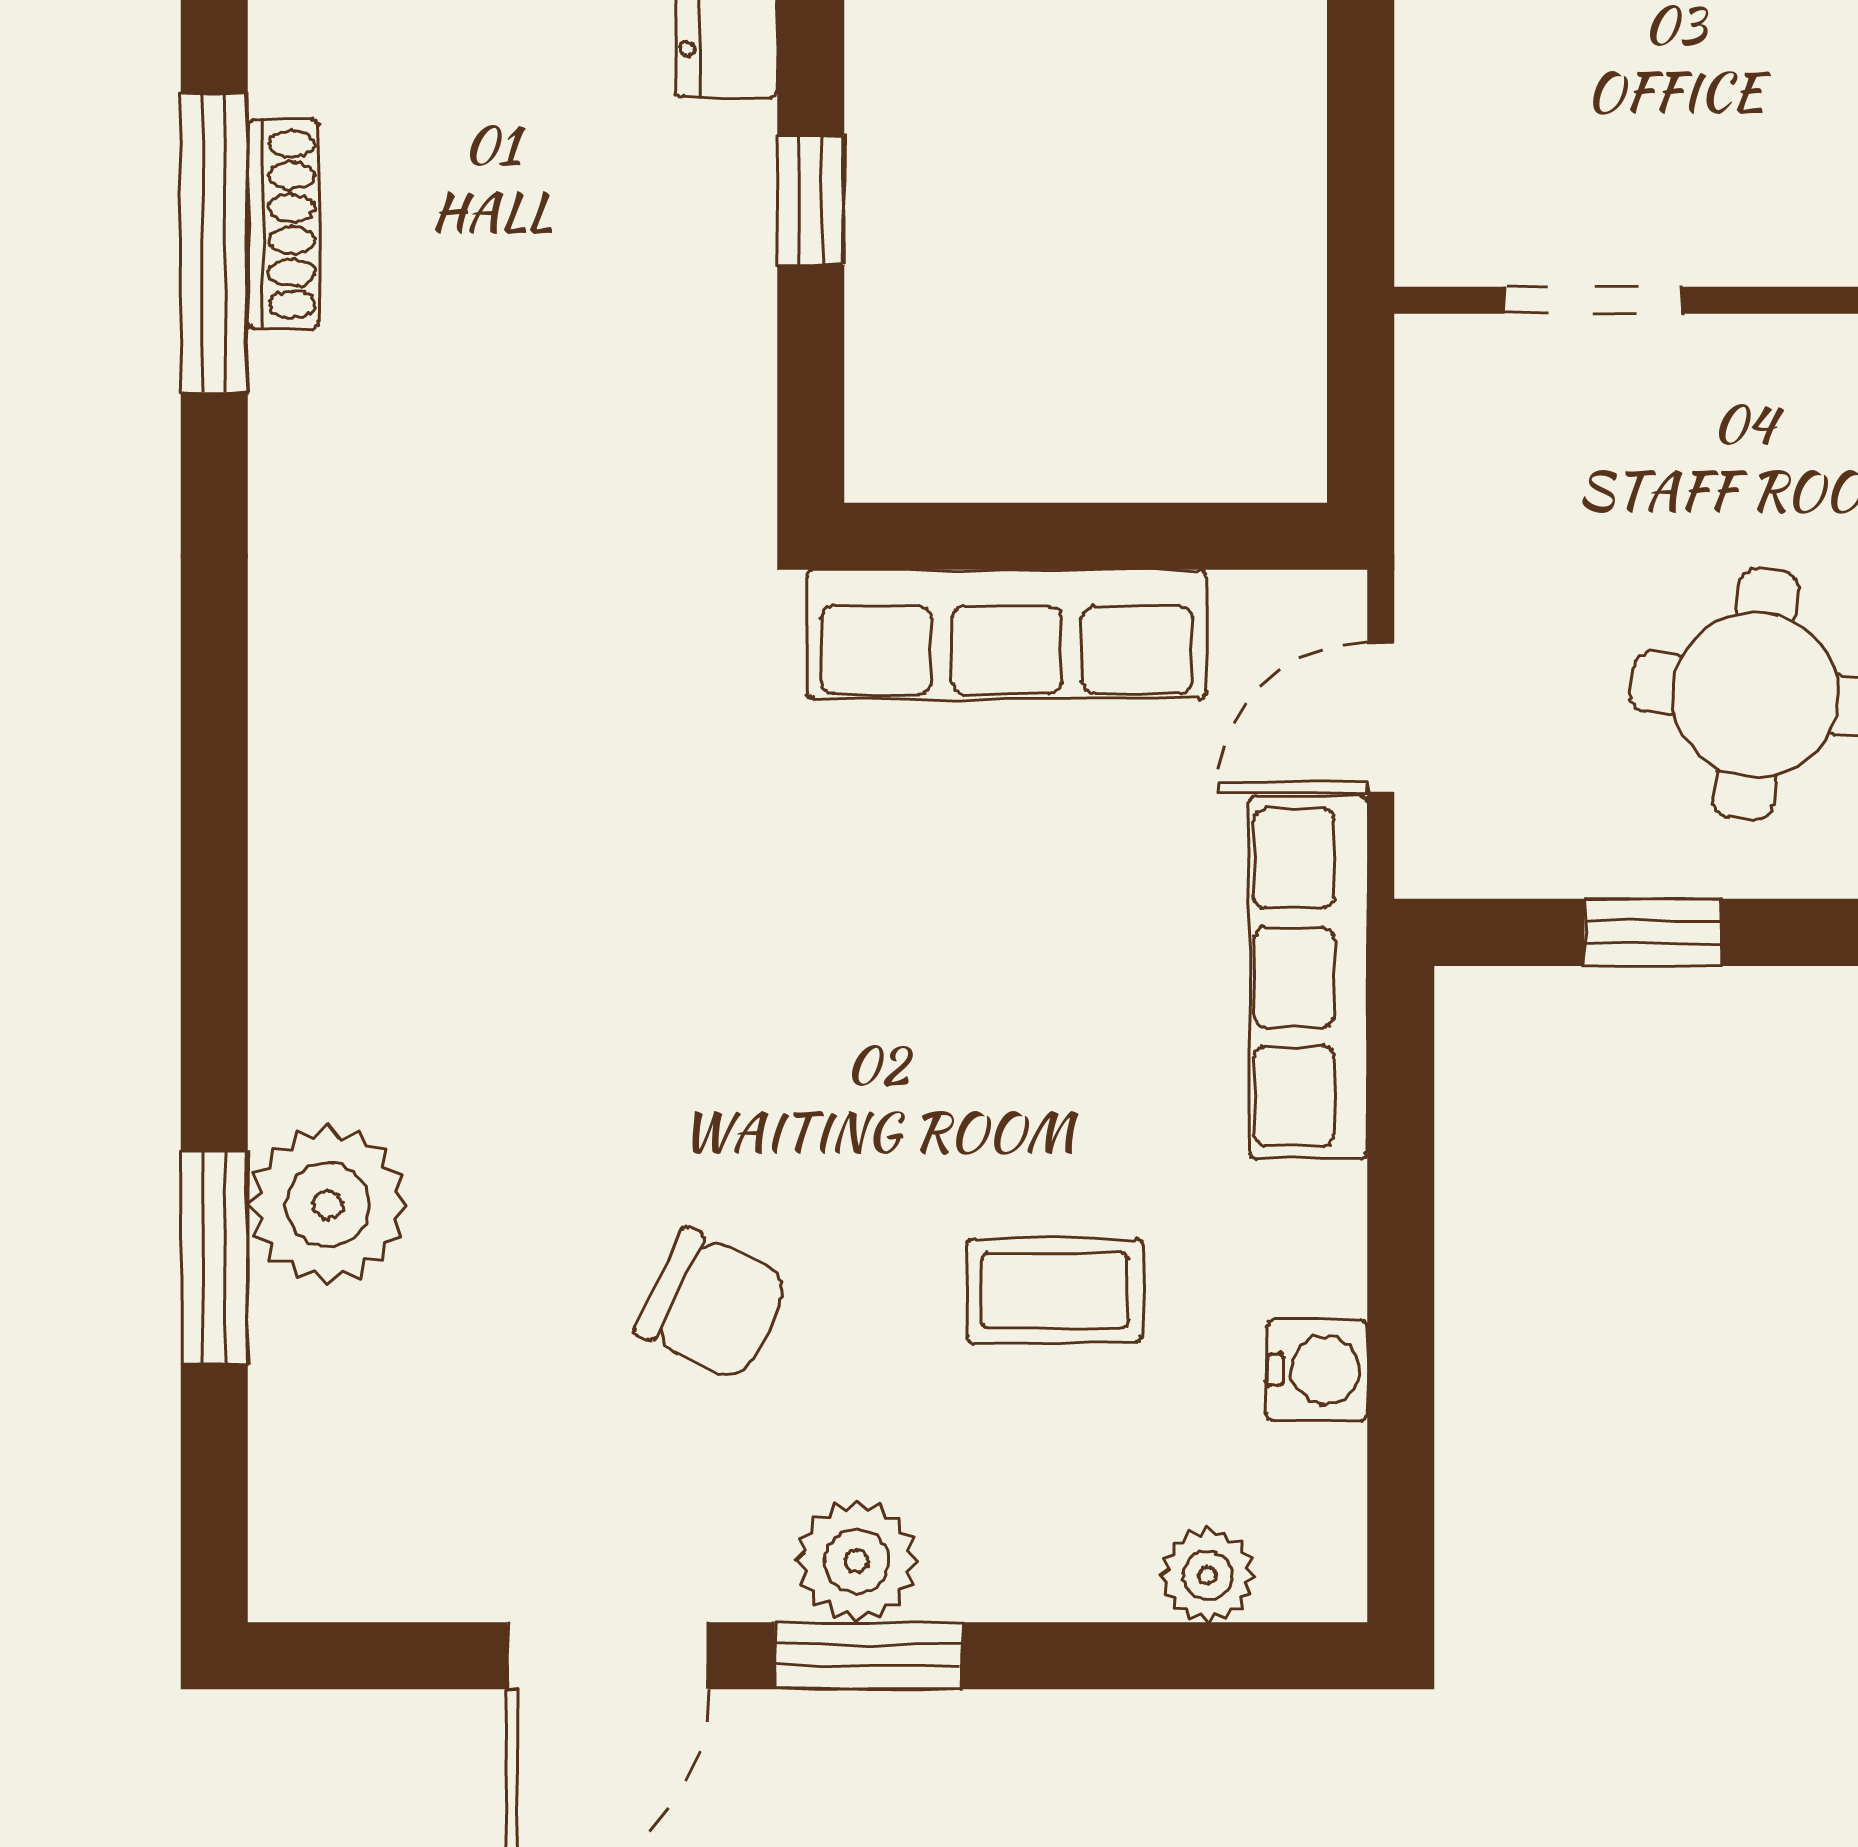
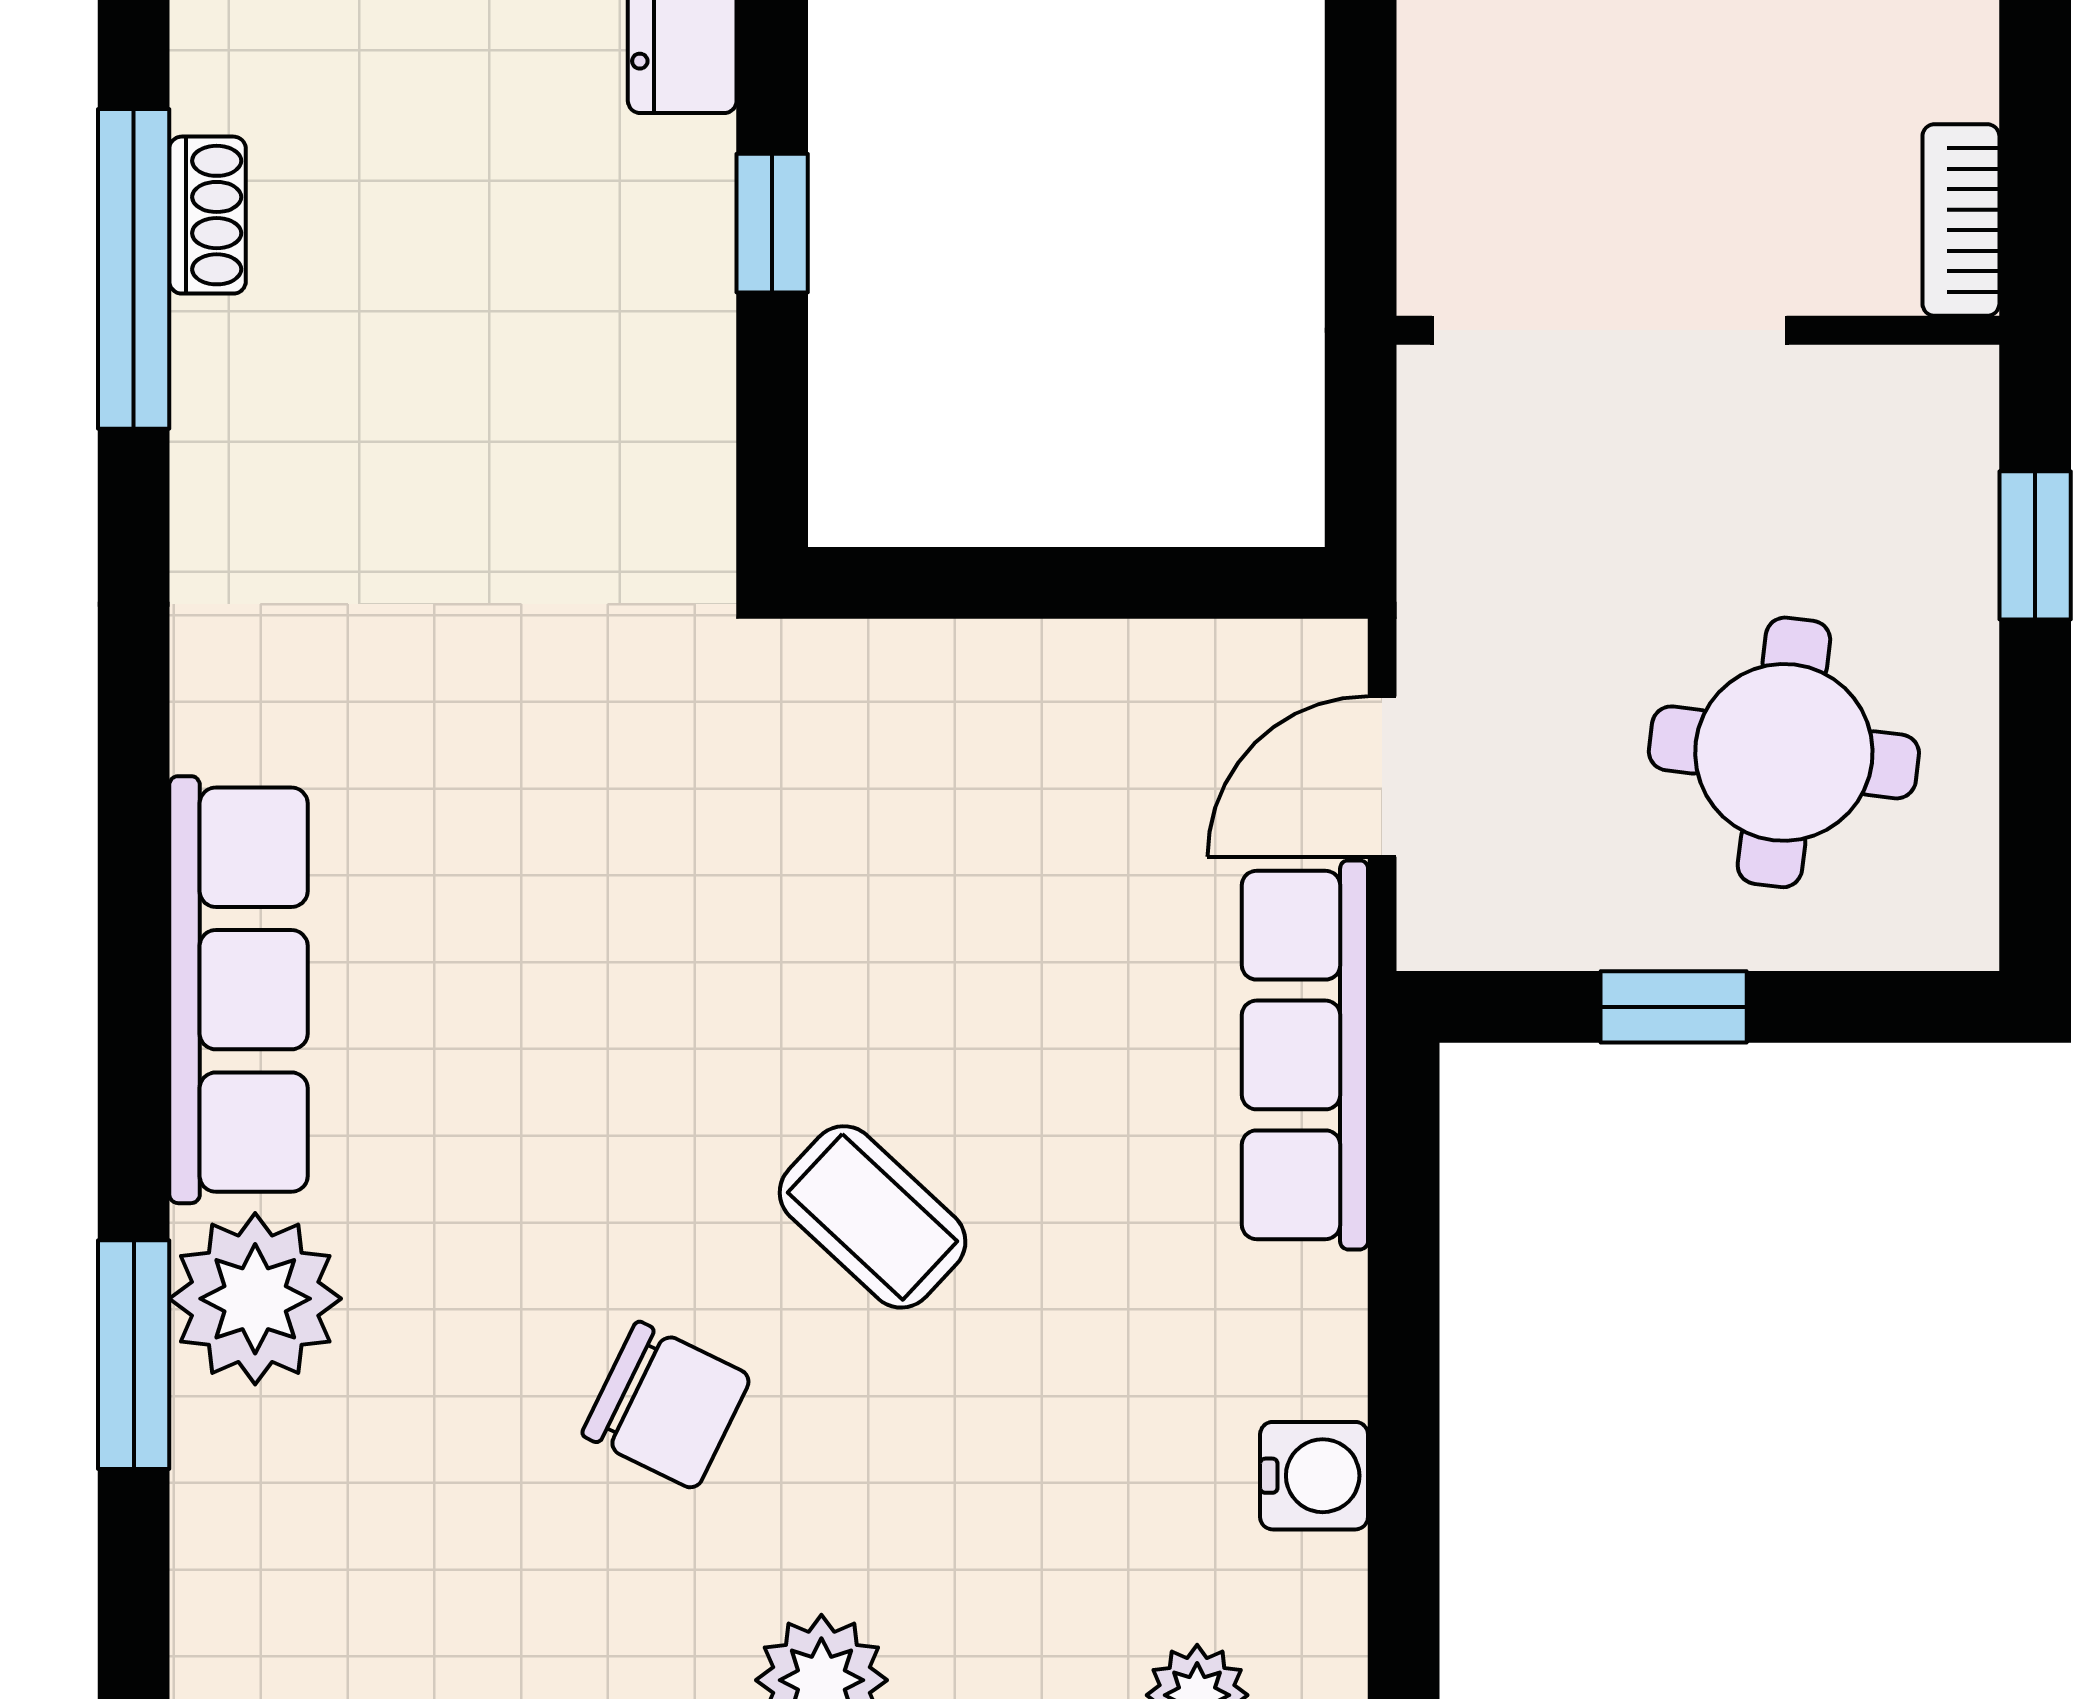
shoe rack: (283, 224) -> (208, 215), width x0.70
doorway: (1593, 300) -> (1609, 330), width x1.88
row of seats: (1007, 634) -> (238, 990), moved, turned -90
coffee table: (1055, 1291) -> (873, 1217), moved, turned 43

